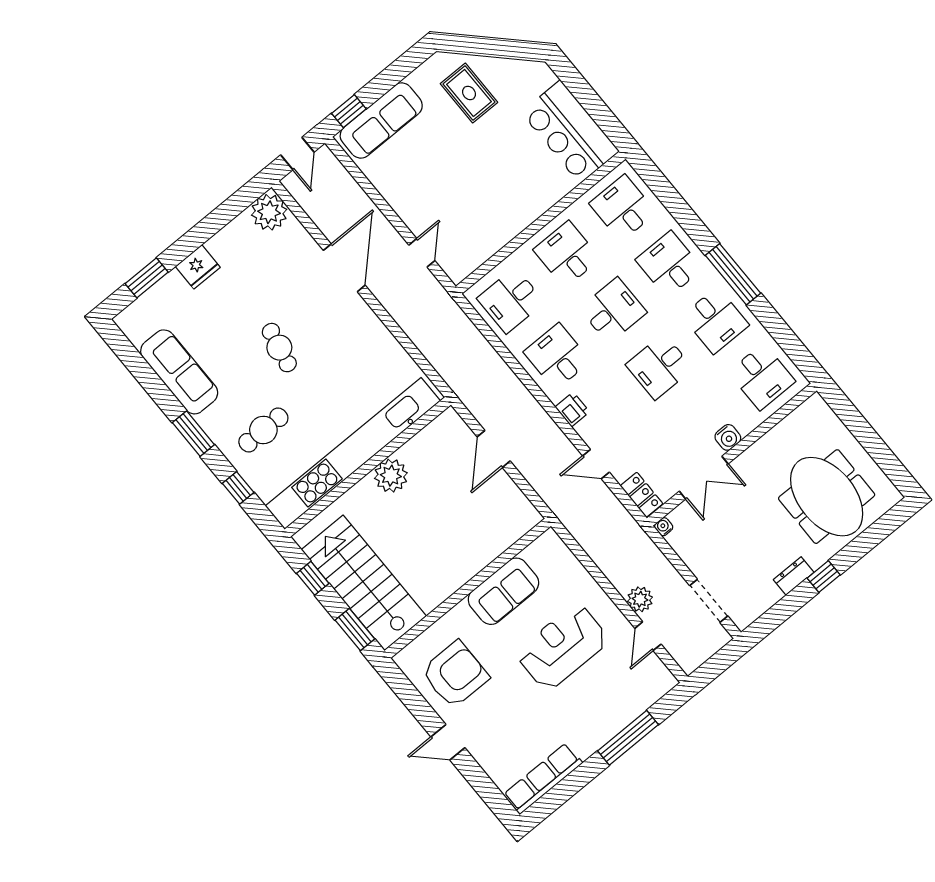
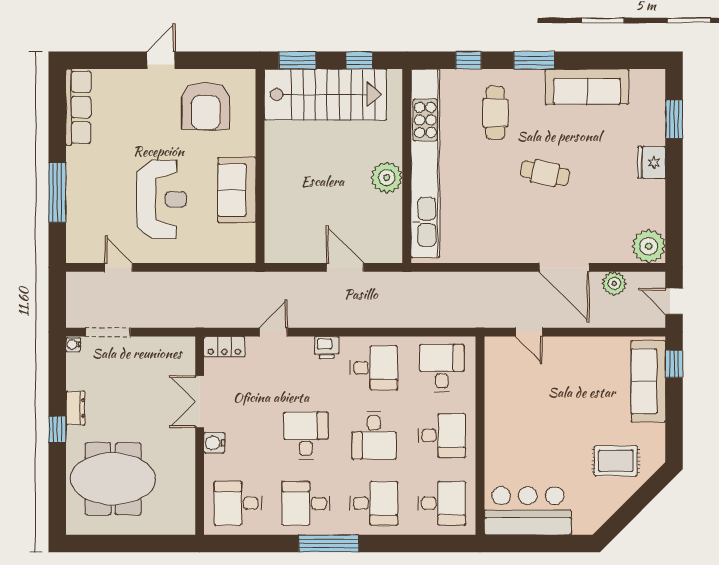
water cooler: (664, 527) -> (73, 345), moved, turned 180
plant: (640, 599) -> (614, 284), moved

